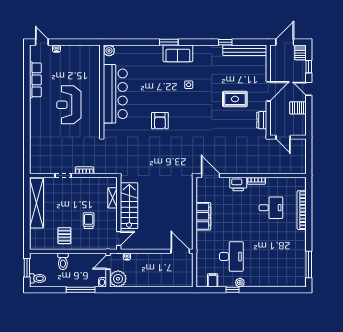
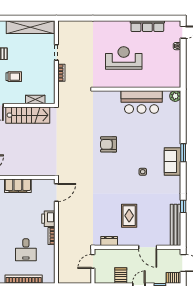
door: (268, 91) -> (148, 247), moved
bar counter: (115, 94) -> (142, 102), width x0.73

